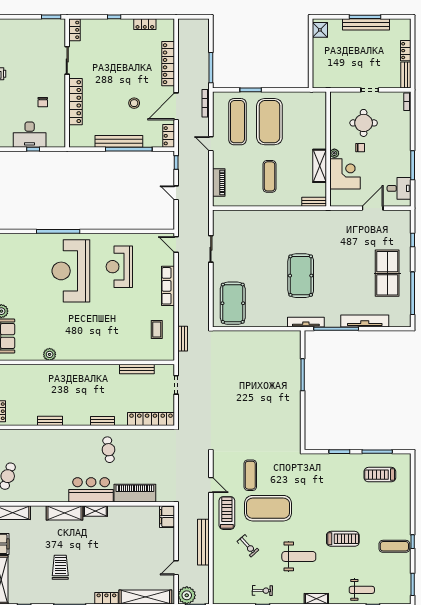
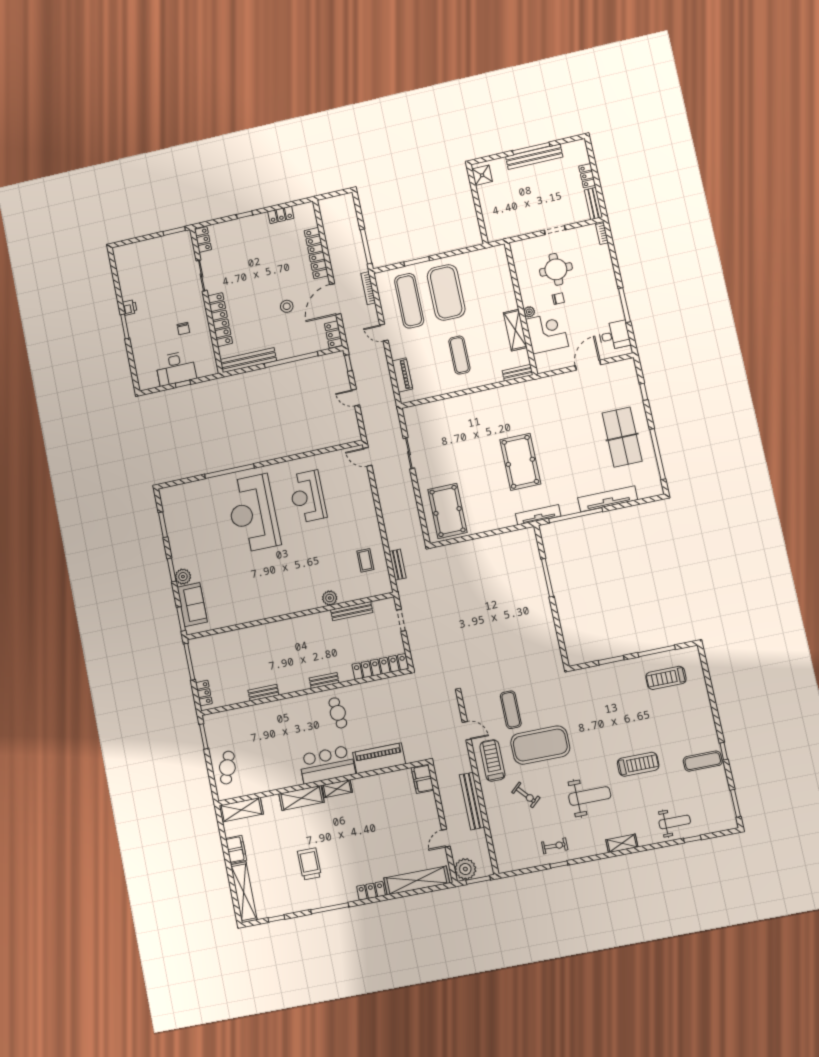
bench: (119, 141) -> (248, 360), moved
row of seats: (168, 286) -> (368, 507), removed
plant: (50, 354) -> (330, 598), moved

